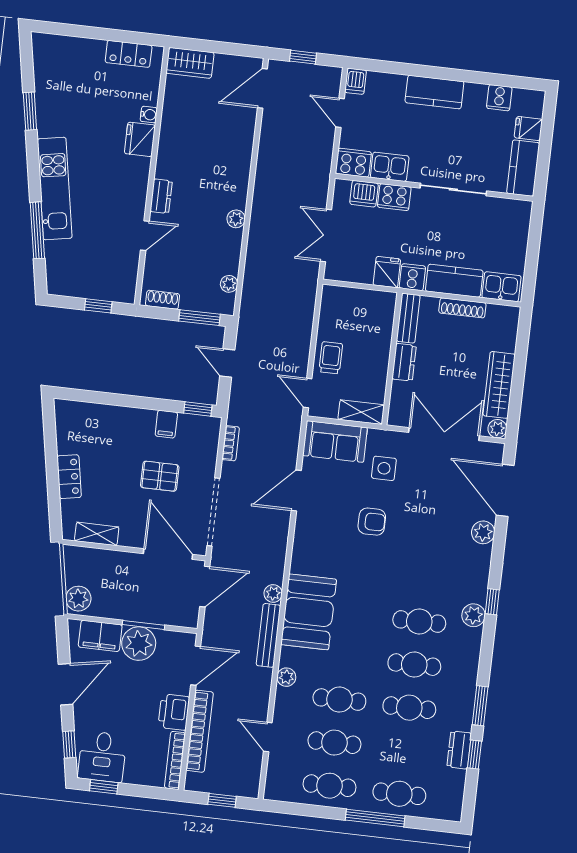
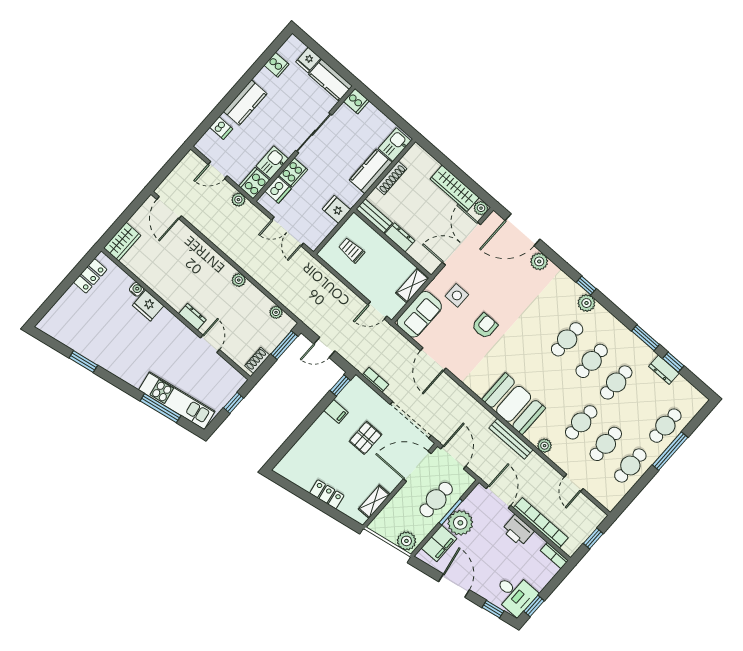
window: (303, 57) -> (167, 169), removed
dishwasher: (356, 81) -> (221, 128), moved
kitchen unit: (55, 189) -> (177, 401), moved
cooker: (412, 277) -> (356, 101), moved, turned 180
trolley: (331, 358) -> (351, 250), moved
plant: (273, 593) -> (238, 200), moved
cafe table: (146, 600) -> (436, 500), added
door: (268, 737) -> (574, 483), hinge flipped
bookcase: (175, 760) -> (554, 556), width x0.64

